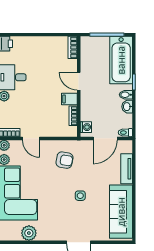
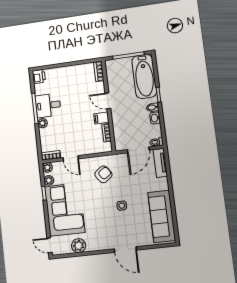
washing machine: (86, 127) -> (119, 142), removed
armchair: (64, 160) -> (103, 174), turned -47
tv unit: (127, 169) -> (160, 163), moved

